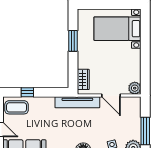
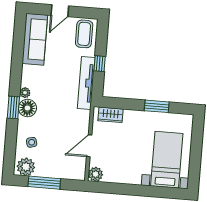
window: (27, 92) -> (100, 64), moved
tv unit: (77, 102) -> (86, 83), moved

